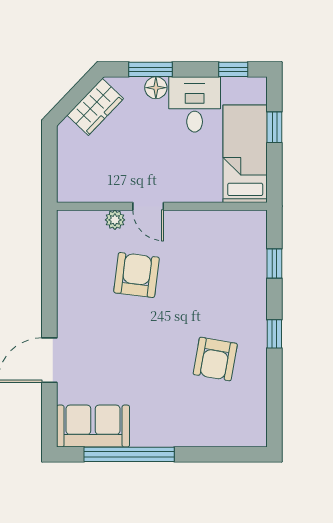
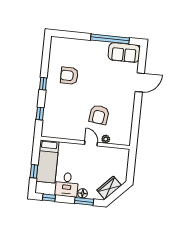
armchair: (215, 359) -> (69, 76), turned -100

